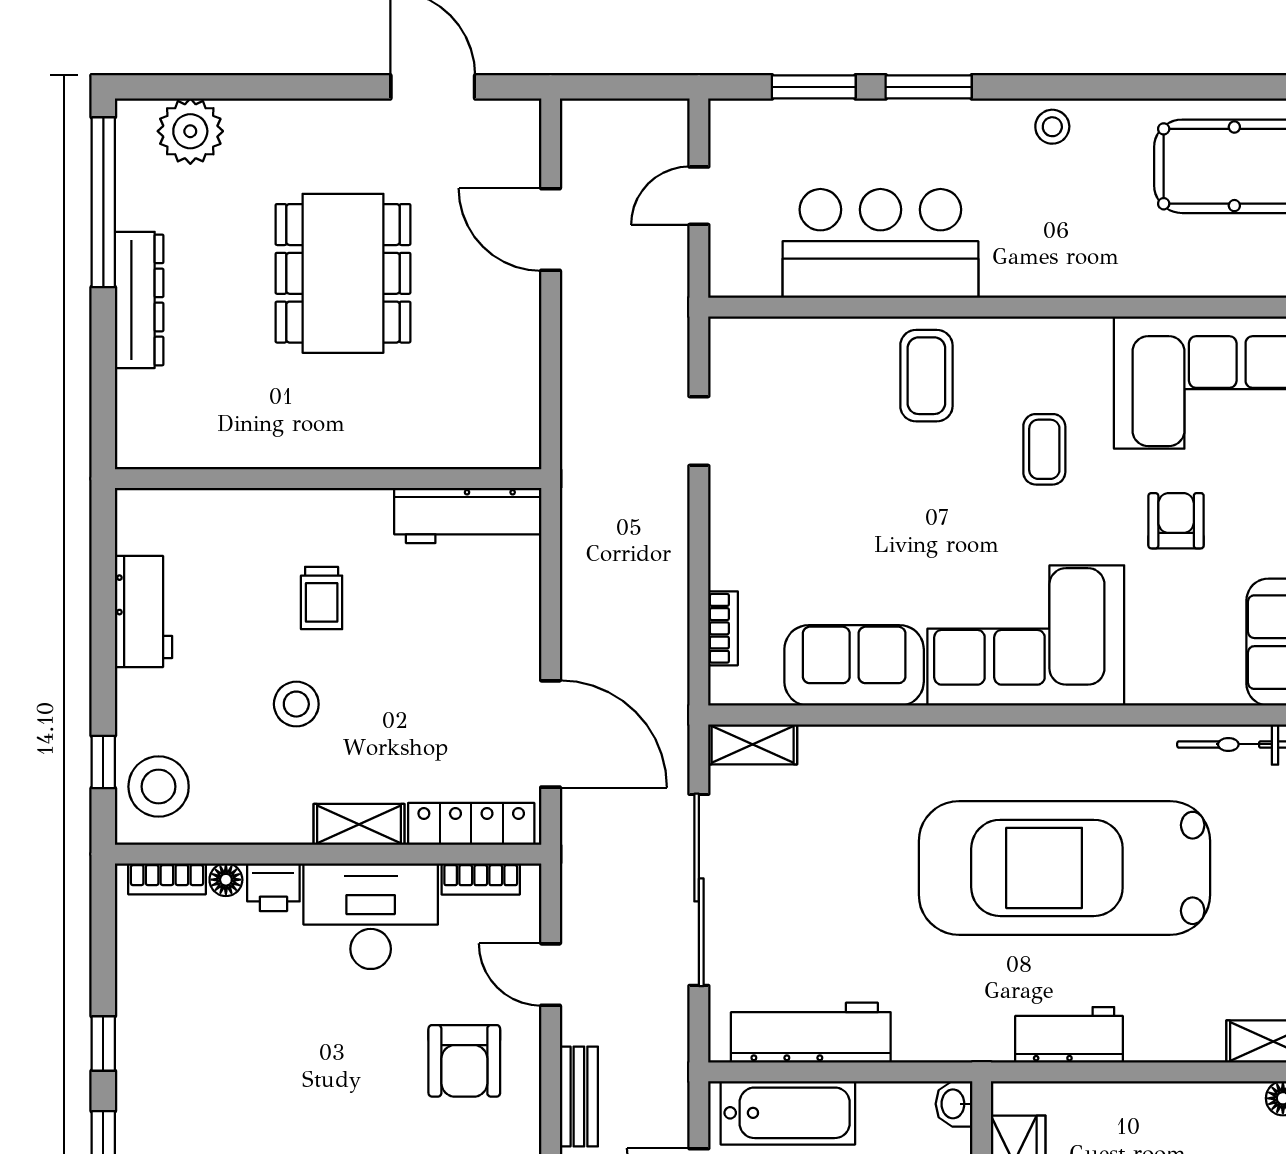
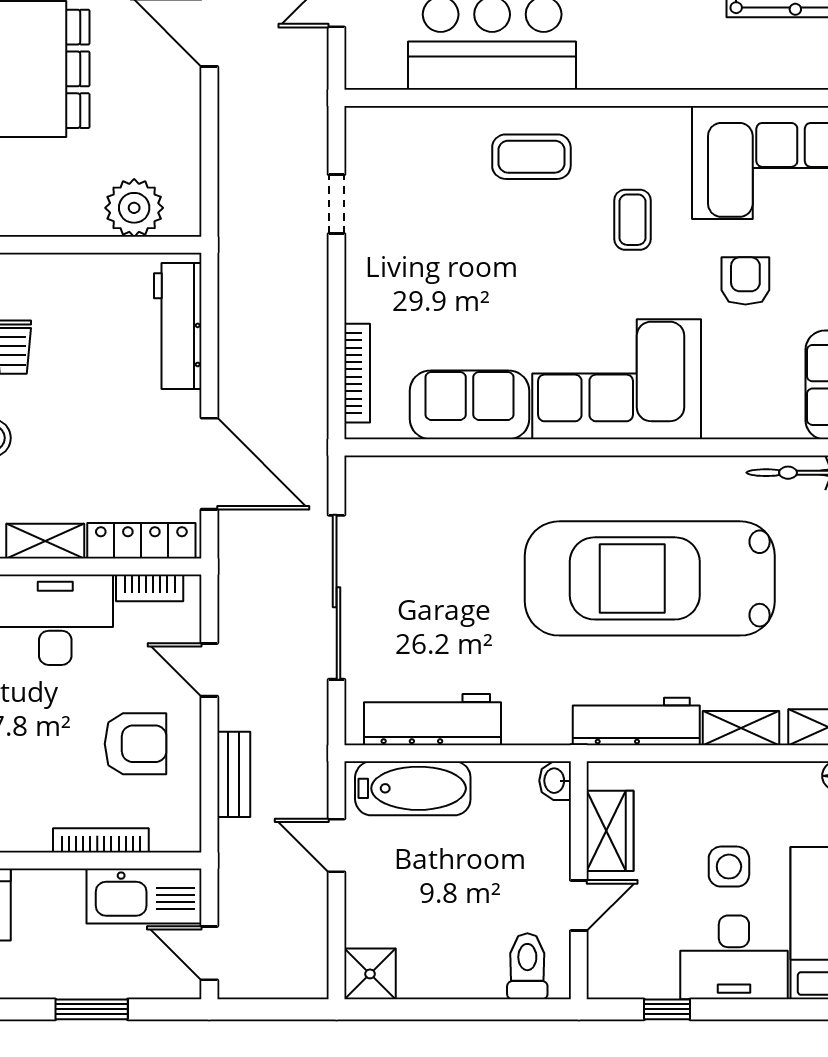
coffee table: (926, 376) -> (531, 157), turned 90
plant: (463, 435) -> (134, 208), added
workbench: (468, 515) -> (178, 326), moved, turned 90
bookcase: (723, 628) -> (357, 373), width x1.56
shelving: (753, 744) -> (741, 728), moved
workbench: (1069, 1035) -> (636, 721), width x1.38
armchair: (464, 1061) -> (136, 744), turned -90

